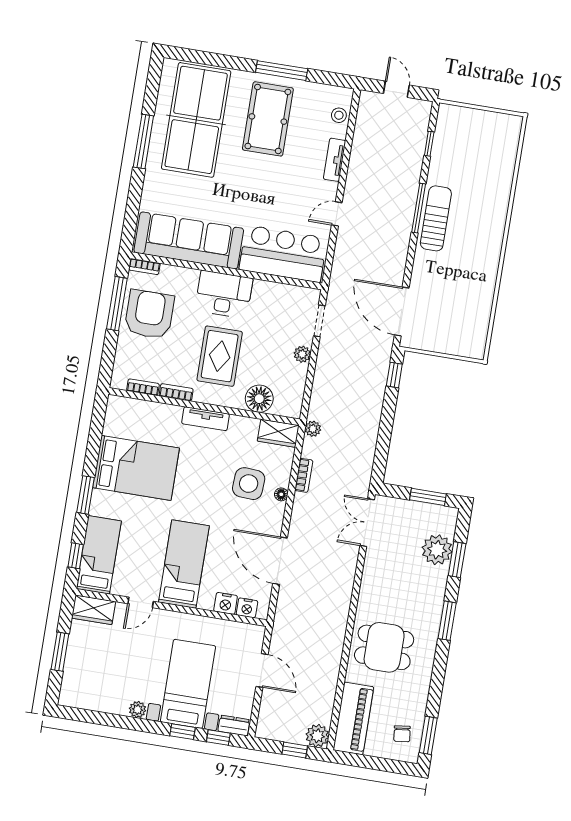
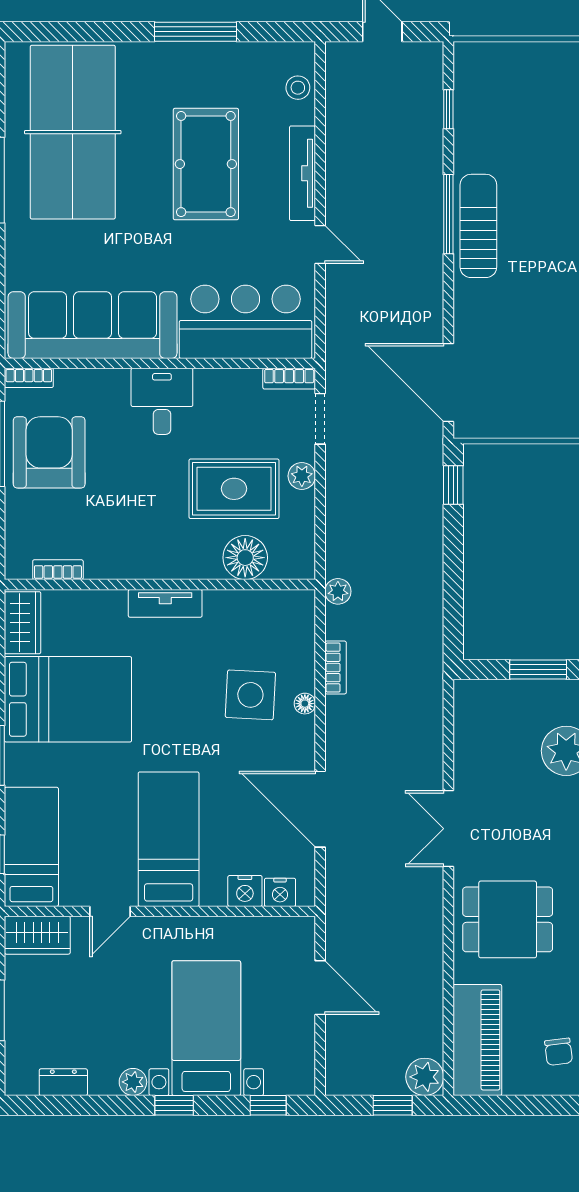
pool table: (268, 119) -> (206, 164), moved
tv unit: (335, 160) -> (302, 173), width x1.41
door: (337, 214) -> (320, 244), swing flipped
desk: (224, 294) -> (162, 401), width x0.73
rug: (220, 356) -> (234, 489), moved, turned 90
bookcase: (176, 392) -> (289, 379), moved, turned 180
wardrobe: (278, 433) -> (23, 623), moved, turned -90
double door: (367, 523) -> (448, 829), moved
dresser: (234, 725) -> (63, 1082), moved
window: (182, 732) -> (174, 1105), moved

